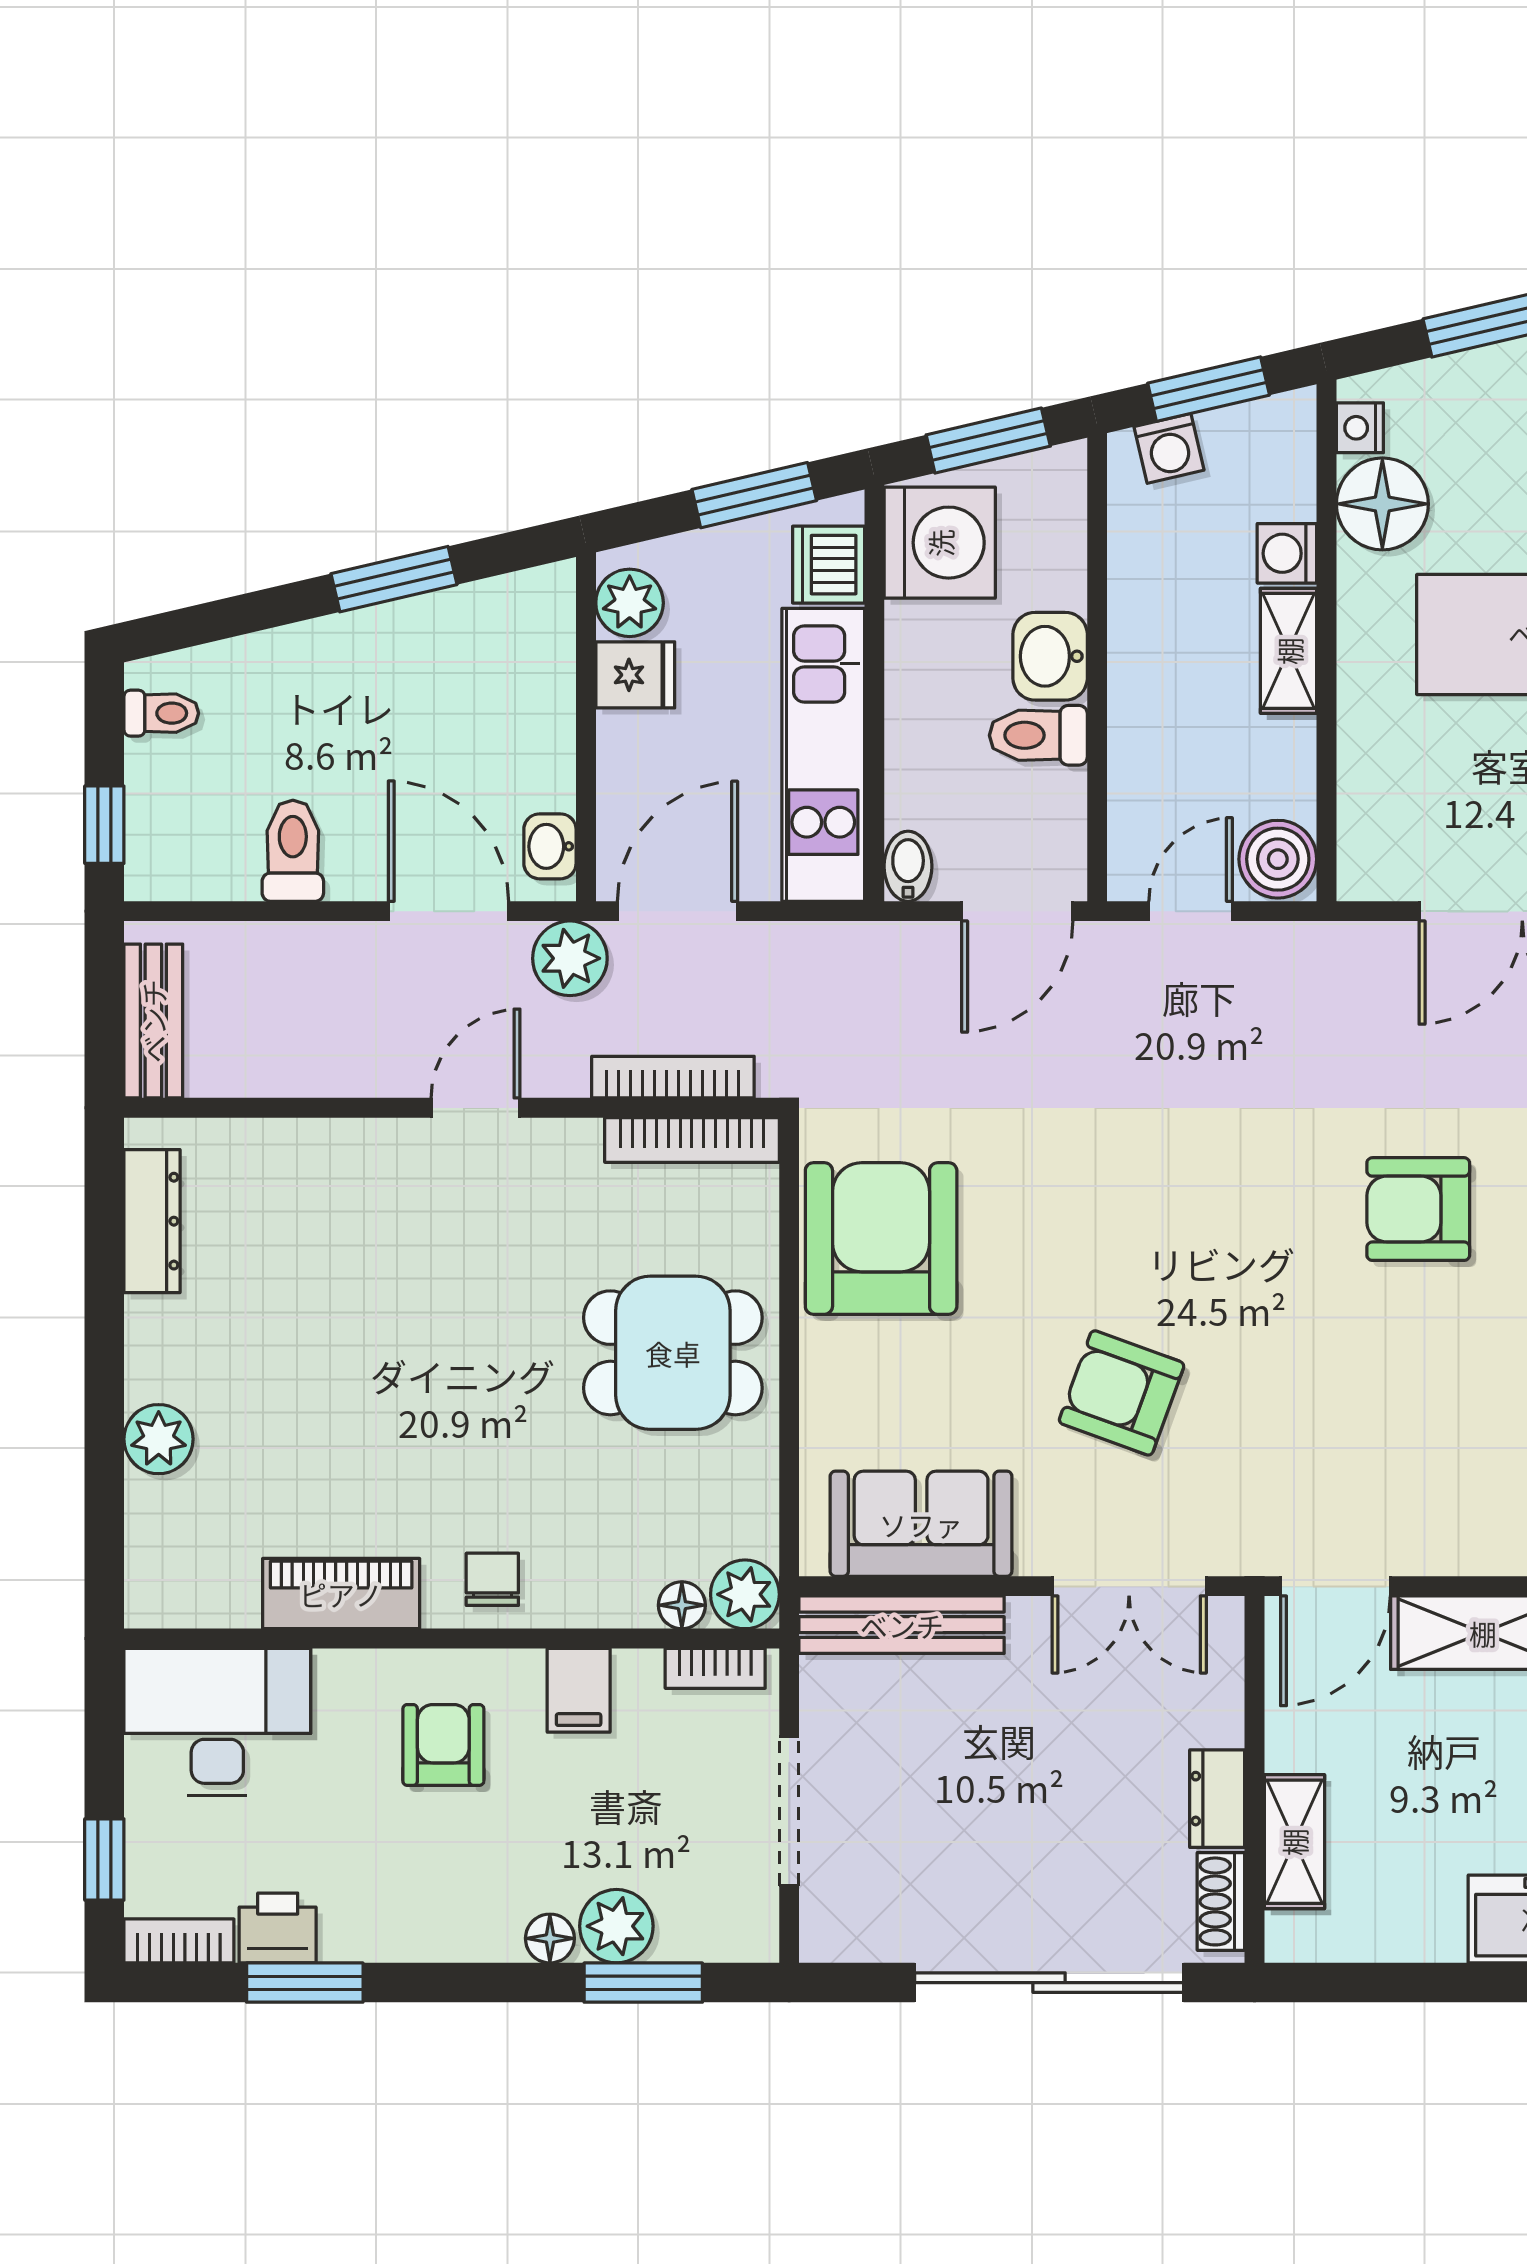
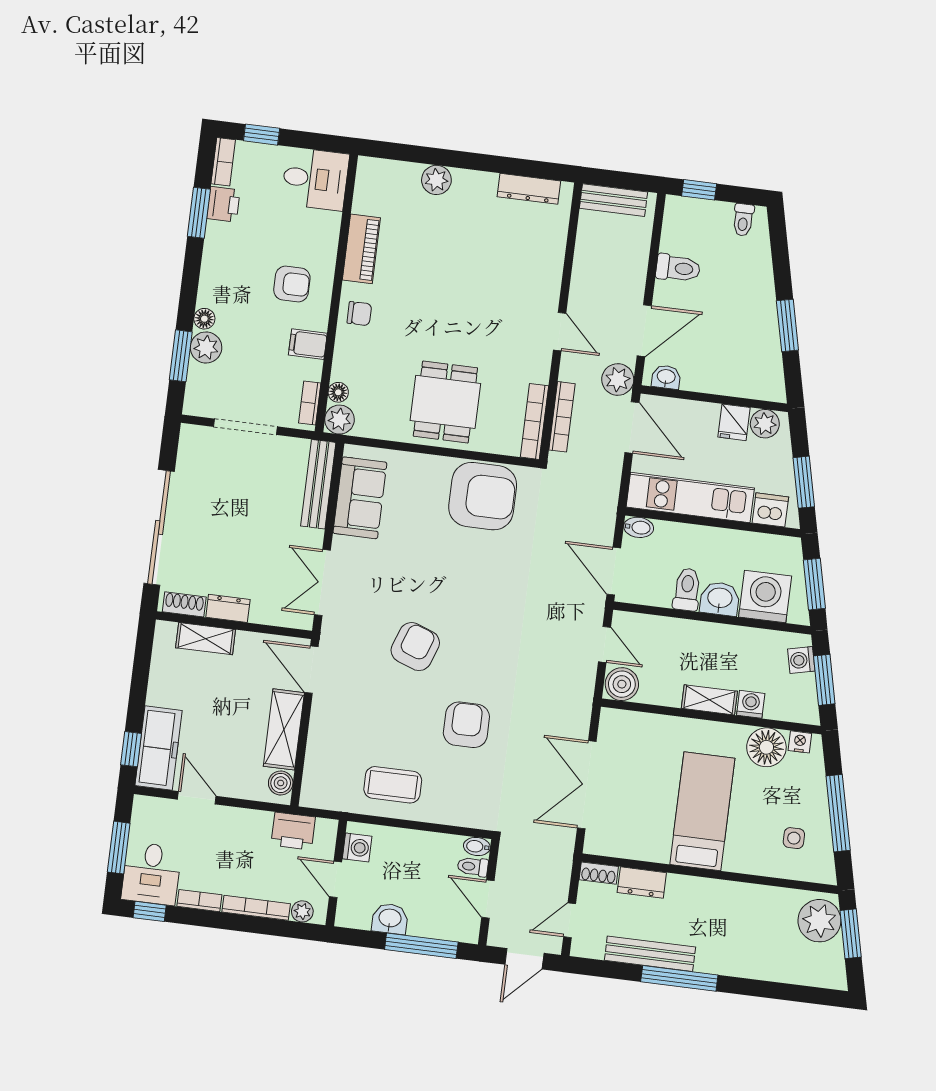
washing machine: (940, 543) -> (765, 597), moved, turned 180
armchair: (1122, 1393) -> (415, 647), moved
desk: (217, 1722) -> (315, 179), width x0.73

